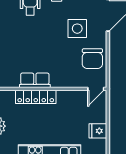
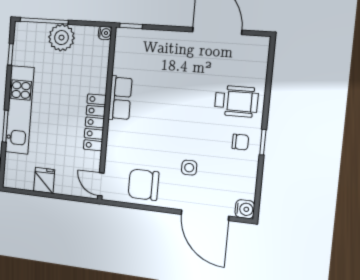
side table: (77, 29) -> (189, 168), width x0.54, depth x0.54
locker: (36, 97) -> (95, 122), moved

